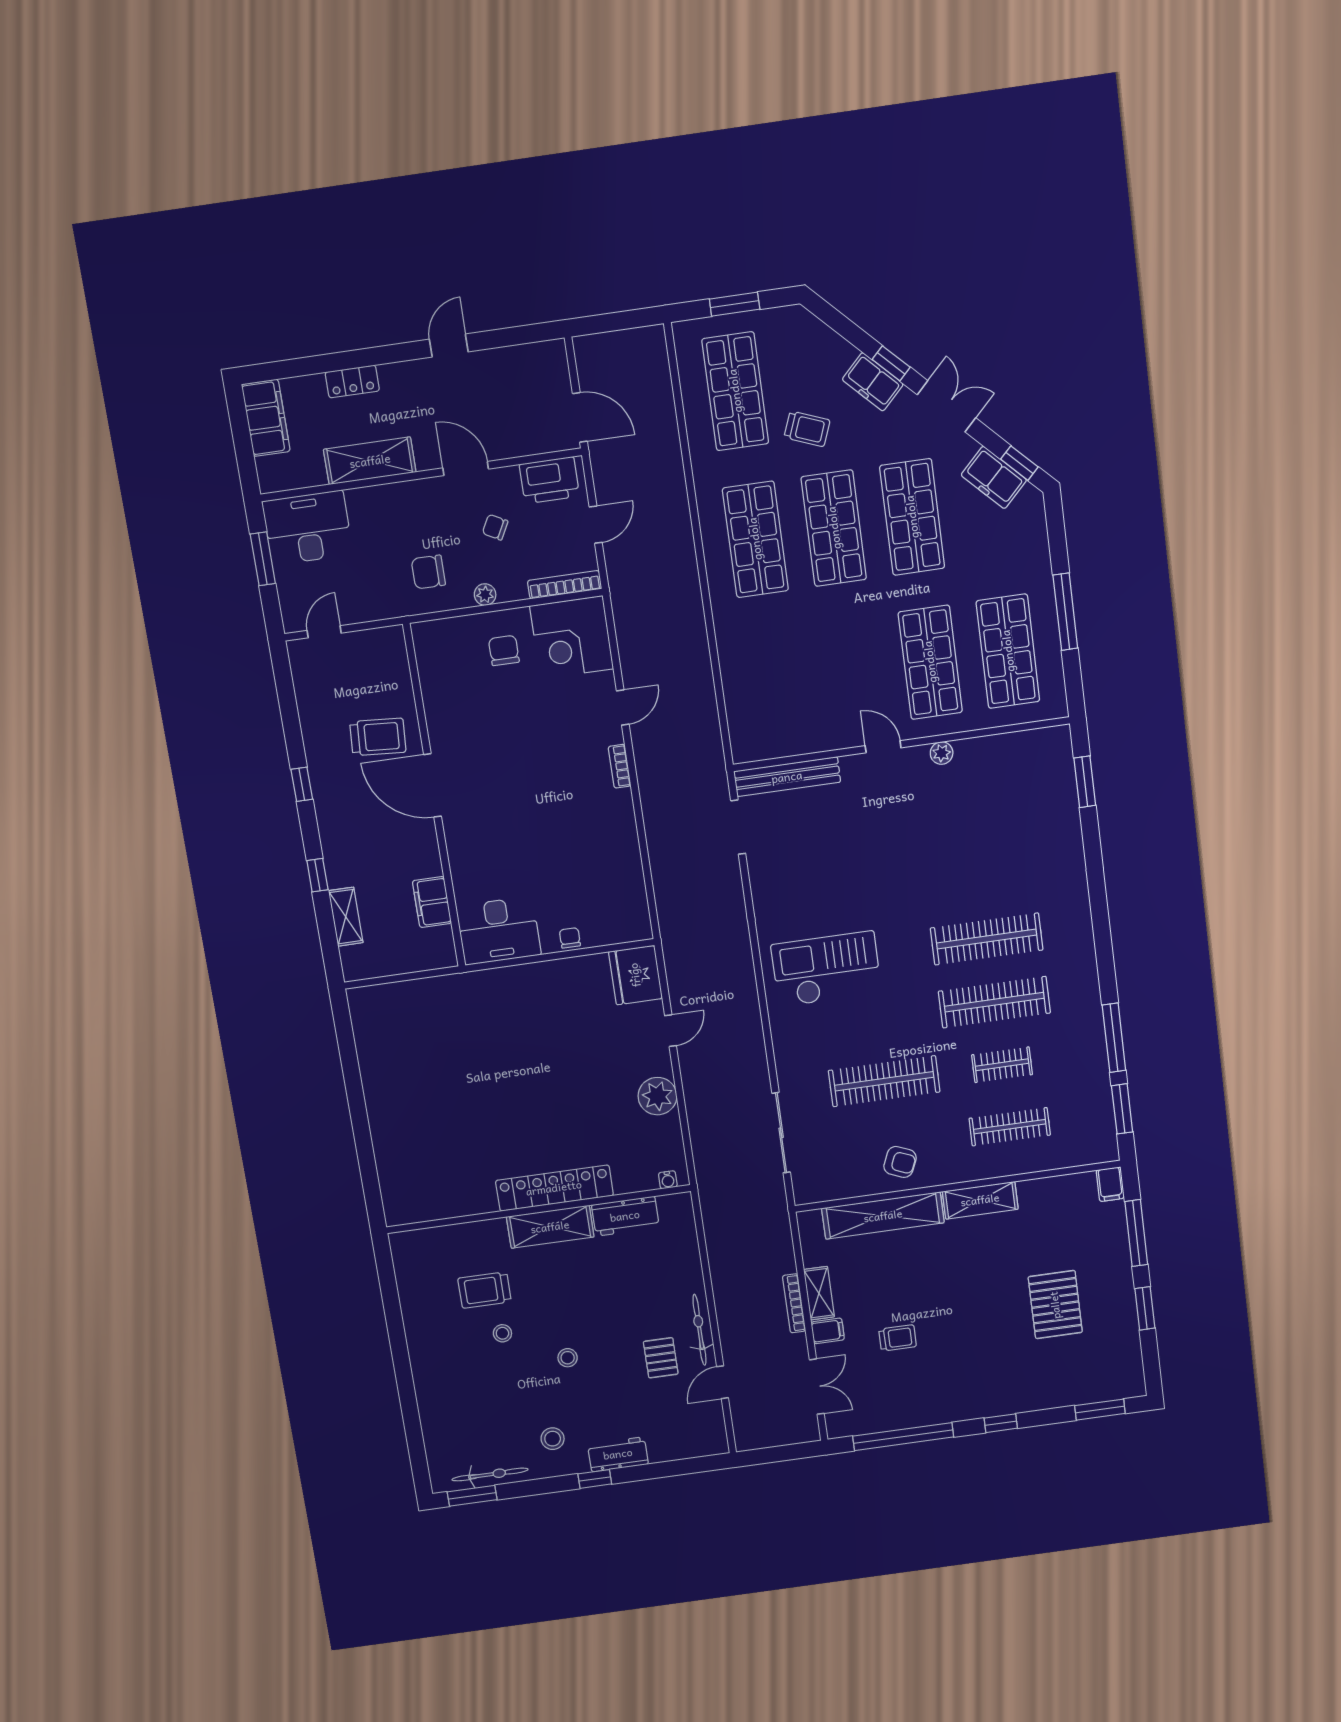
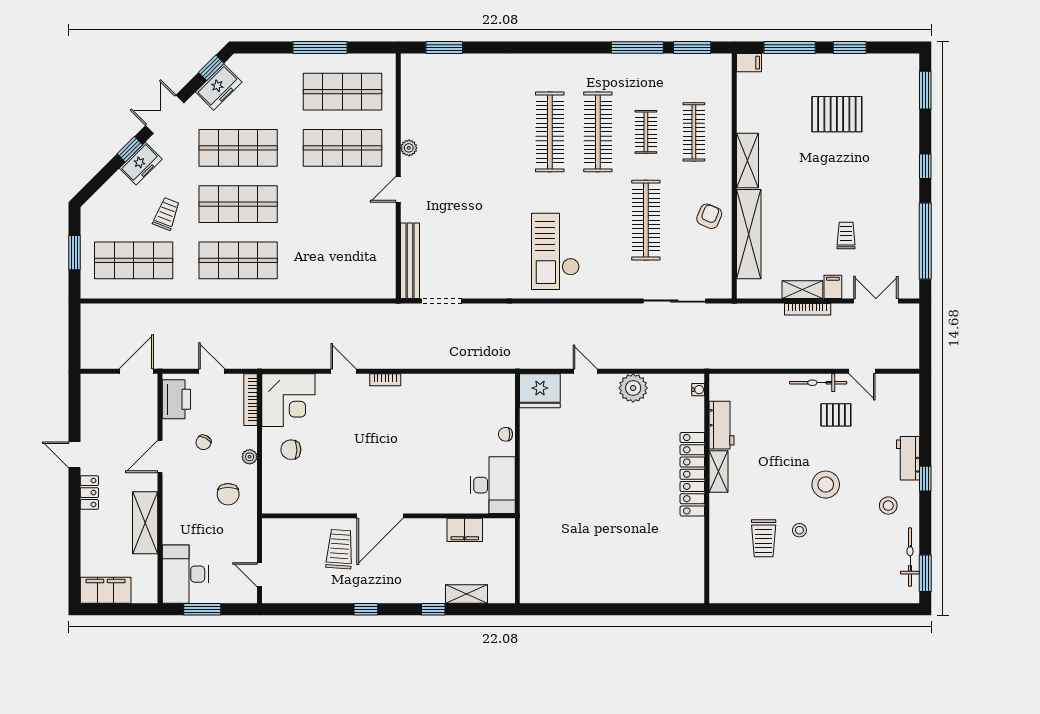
locker: (352, 382) -> (89, 493), moved
shelving: (550, 1227) -> (719, 471), width x0.67, depth x0.75
stool: (568, 1358) -> (826, 485), width x1.89, depth x1.89

